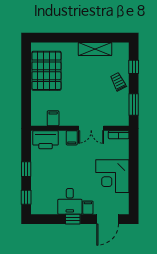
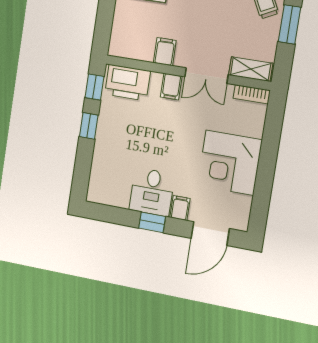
window: (134, 105) -> (290, 24), moved
filing cabinet: (53, 118) -> (165, 52), moved
shelving: (116, 121) -> (251, 69), added
window: (26, 197) -> (94, 87), moved

